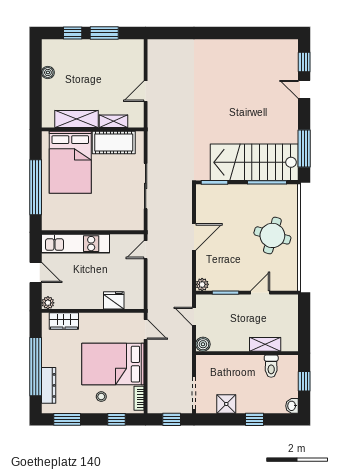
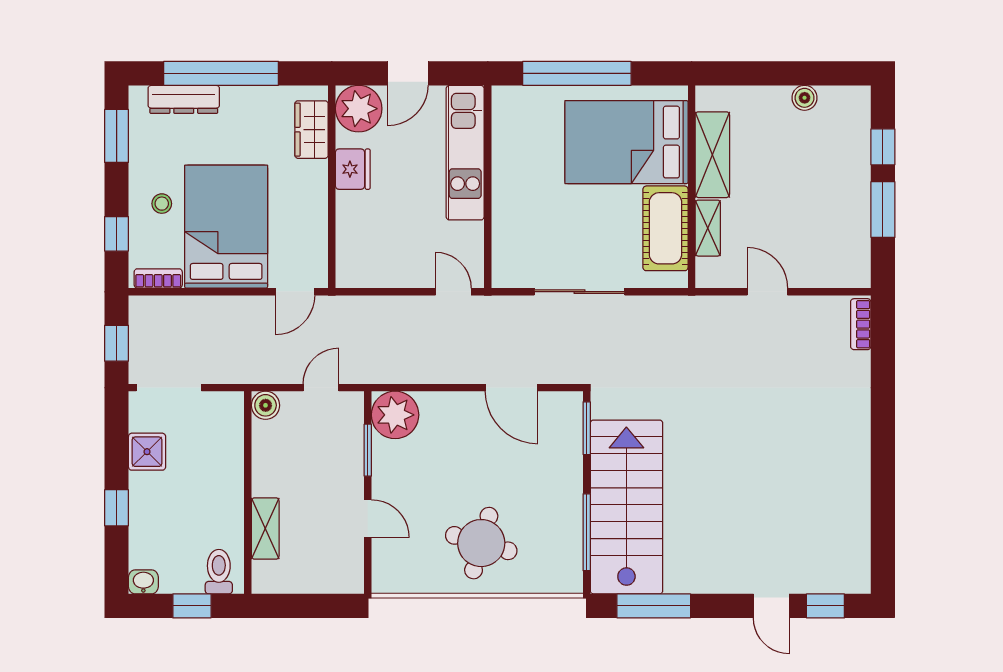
bookcase: (162, 44) -> (861, 324), added
door: (304, 89) -> (771, 606), swing flipped
door: (194, 237) -> (512, 388), moved
plant: (202, 284) -> (395, 415), width x1.87, depth x1.87
fridge: (114, 300) -> (353, 169), moved
plant: (48, 303) -> (359, 109), width x1.87, depth x1.87
toilet: (271, 366) -> (219, 572), moved, turned 90

